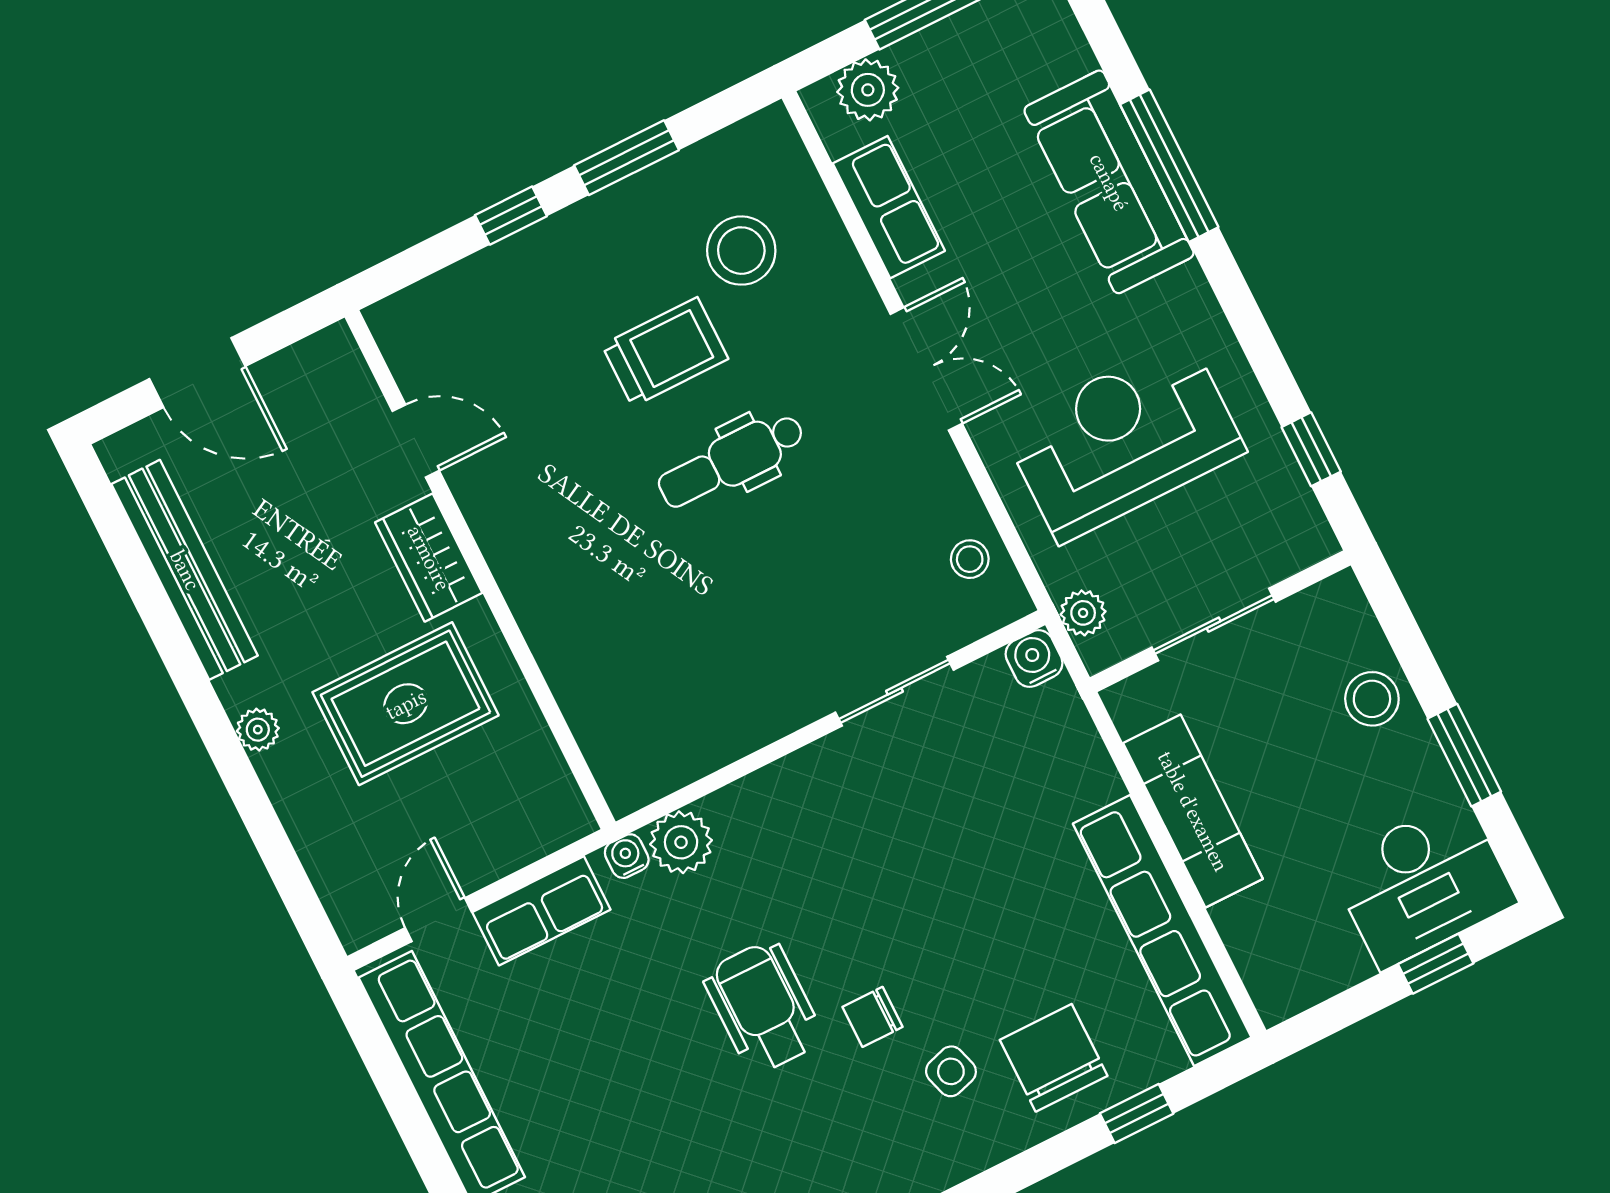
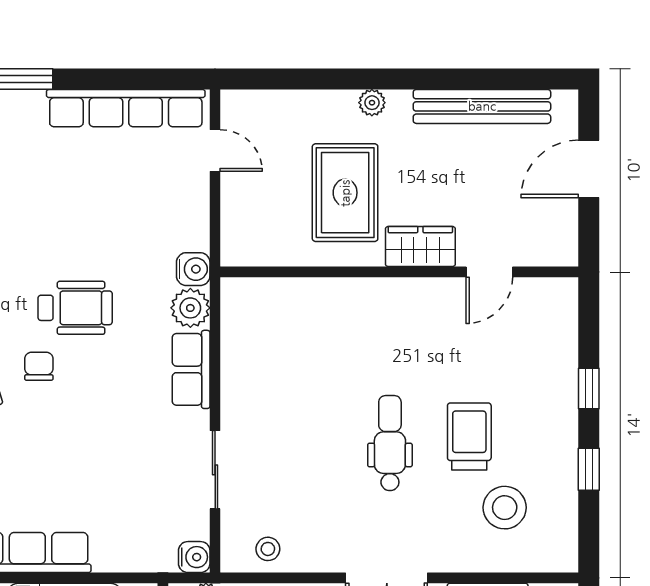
window: (626, 158) -> (589, 469), width x0.67
trolley: (665, 352) -> (469, 436), turned 180
water cooler: (627, 856) -> (193, 269), width x1.38, depth x1.38
row of seats: (541, 911) -> (191, 369), moved

